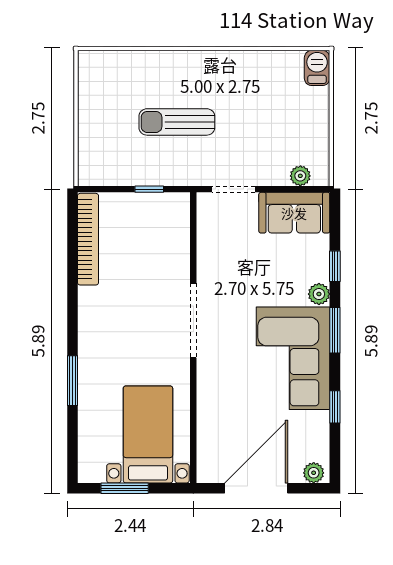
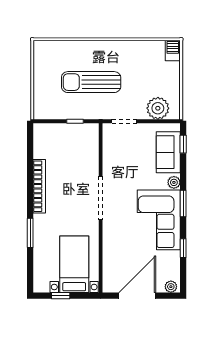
sun lounger: (177, 122) -> (91, 82), width x1.36, depth x1.34
plant: (300, 176) -> (158, 108), width x1.88, depth x1.88
sofa: (294, 213) -> (168, 152), moved, turned 90
bookcase: (88, 239) -> (39, 186), moved
window: (335, 266) -> (183, 144), moved
window: (125, 488) -> (61, 296), width x0.67

